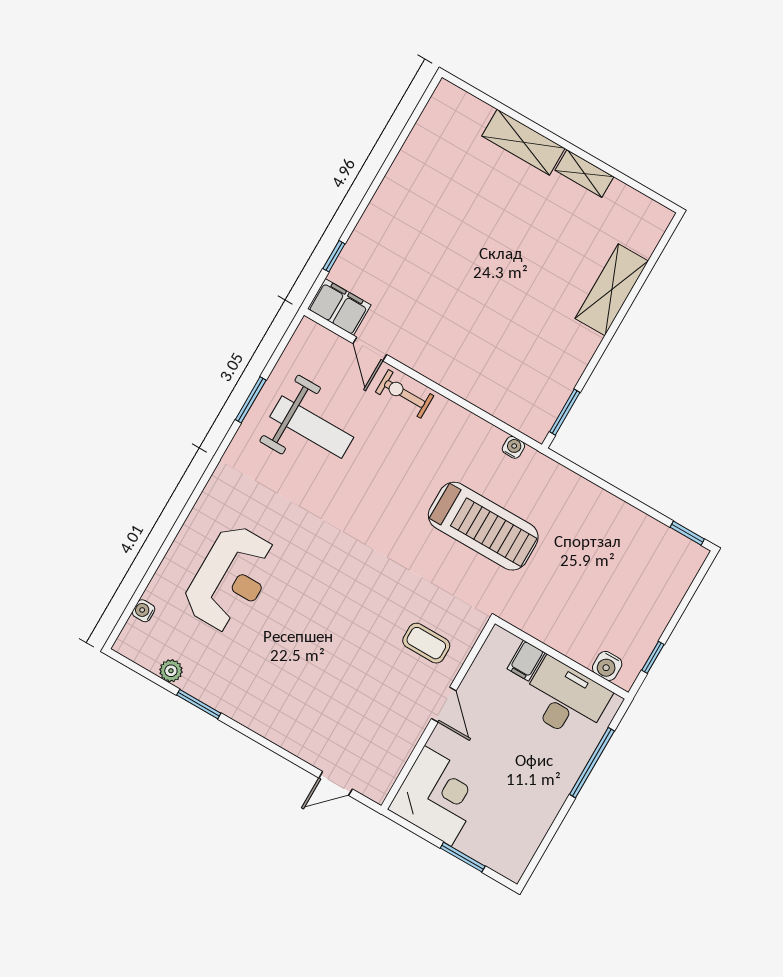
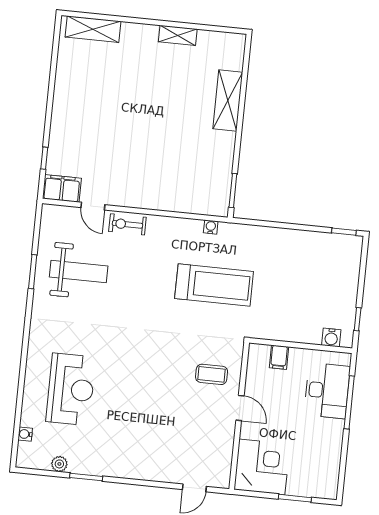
shelving: (523, 142) -> (93, 29), moved
desk: (565, 699) -> (327, 391), moved, turned 90

